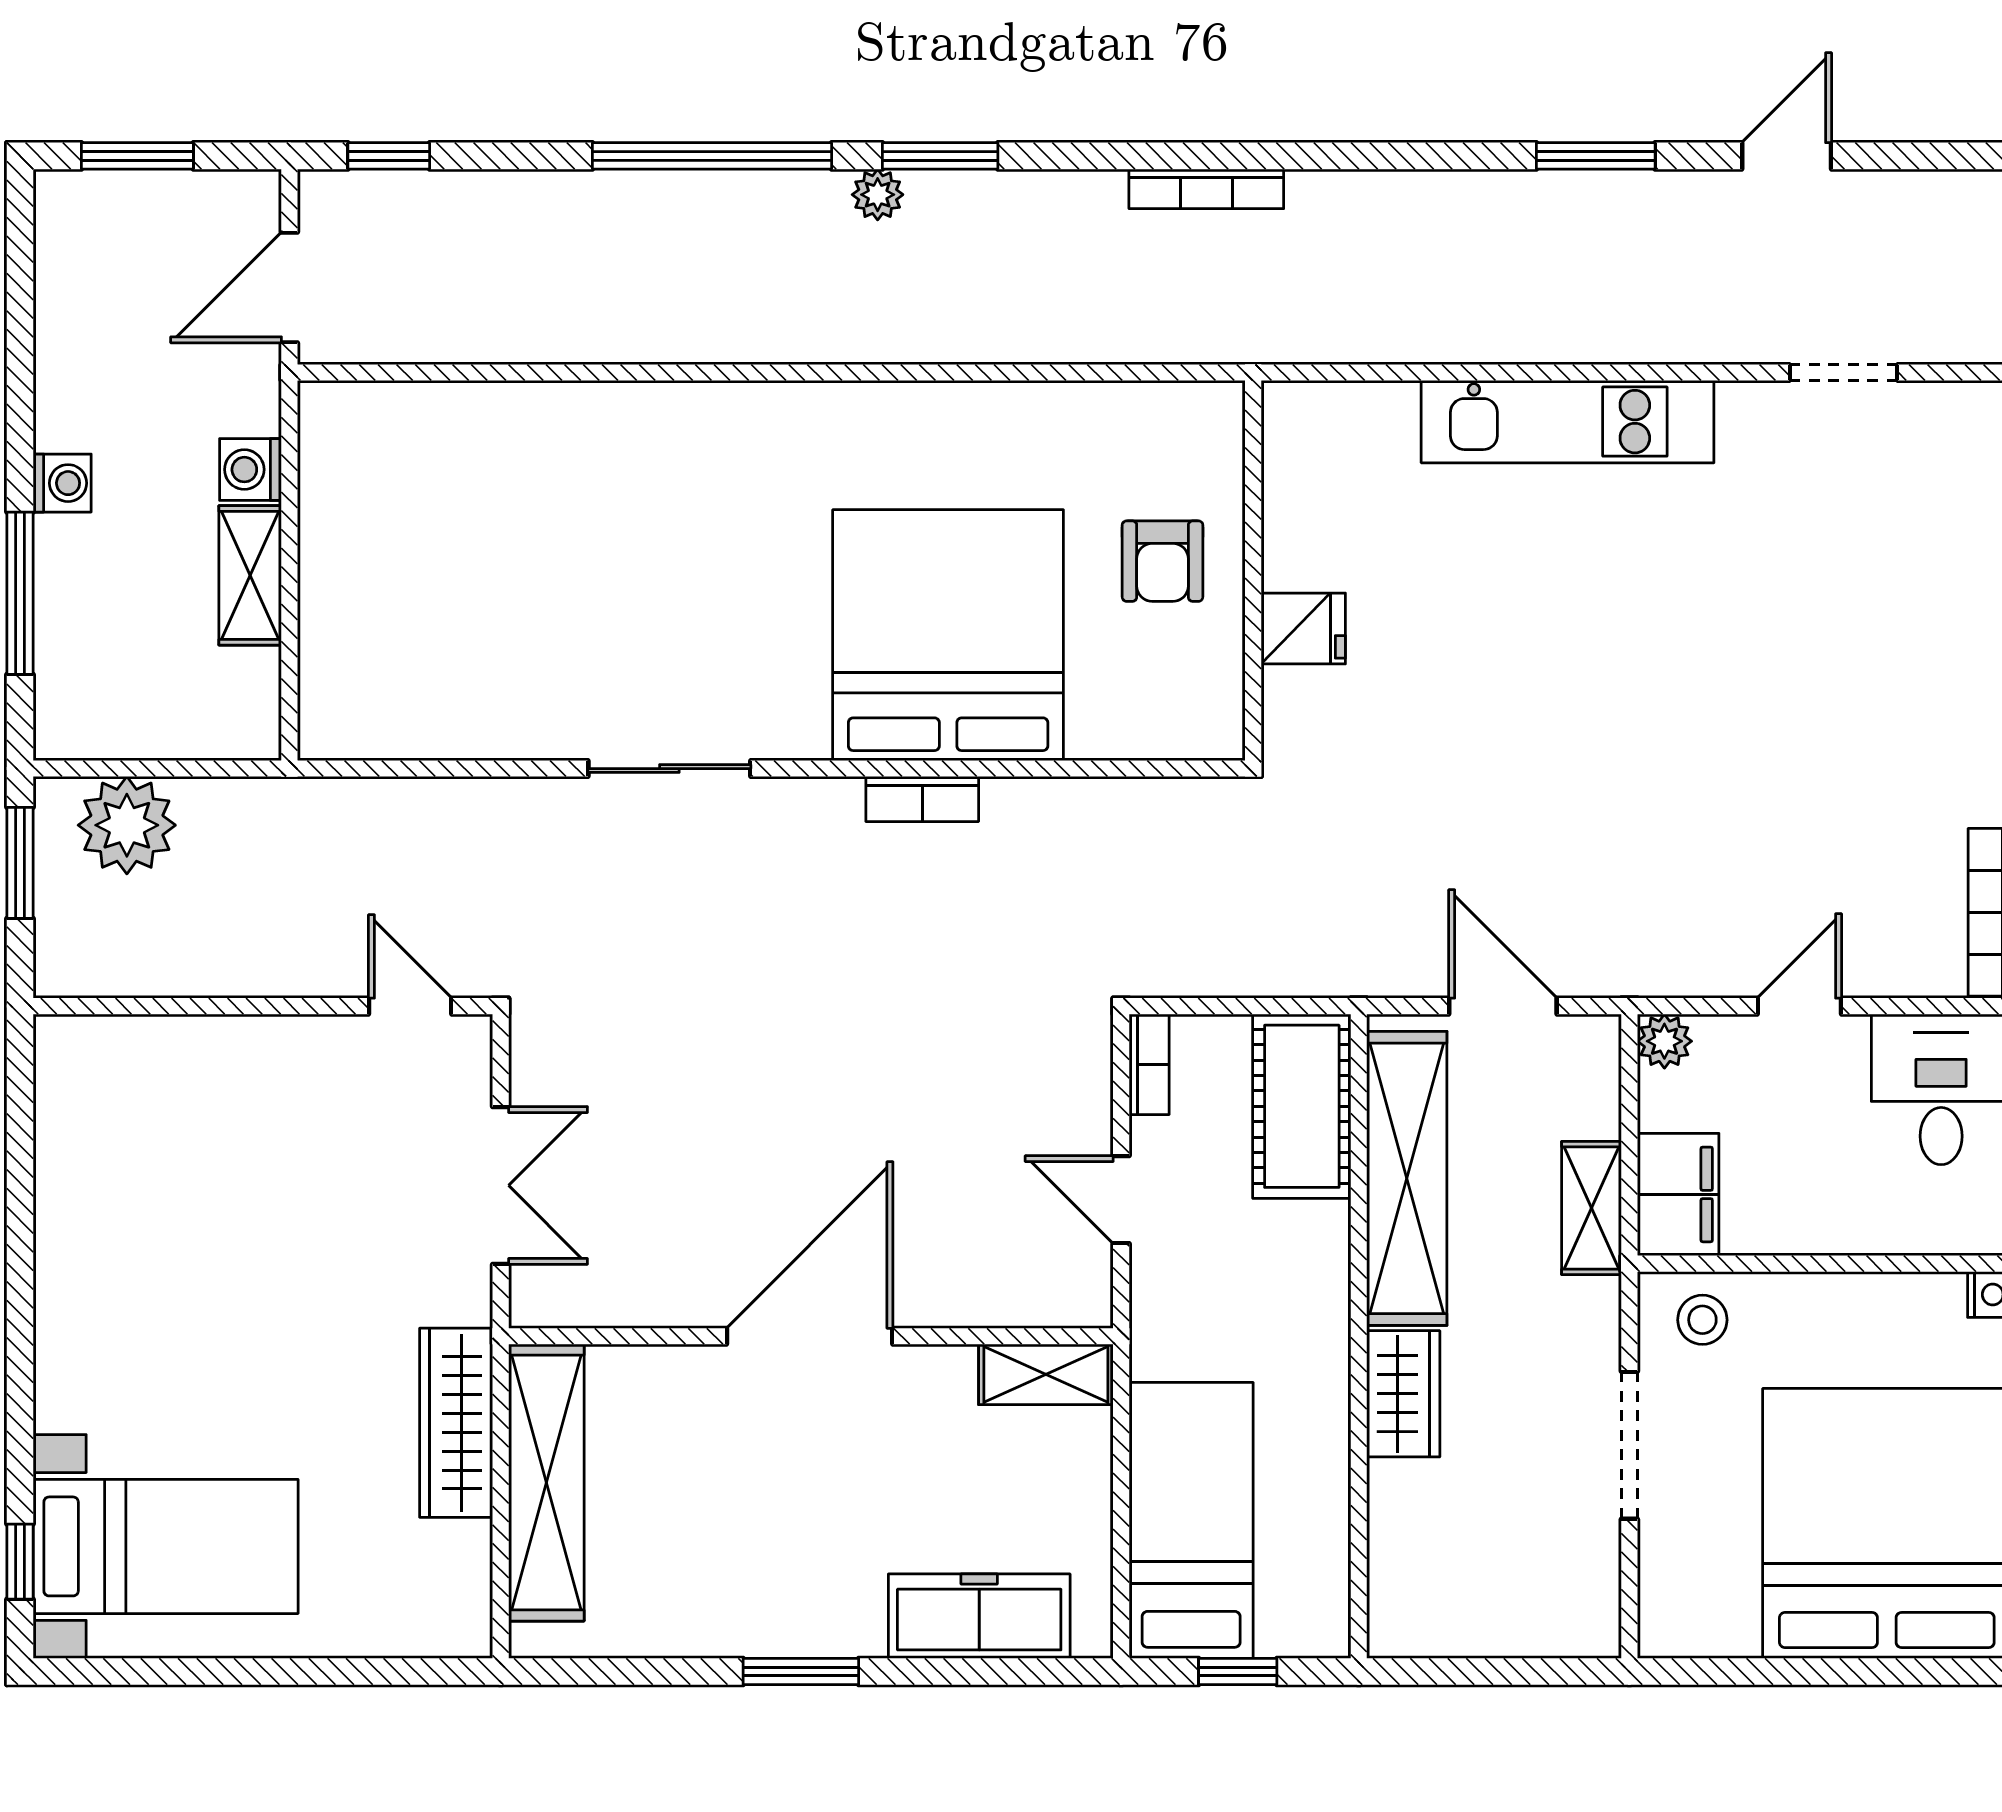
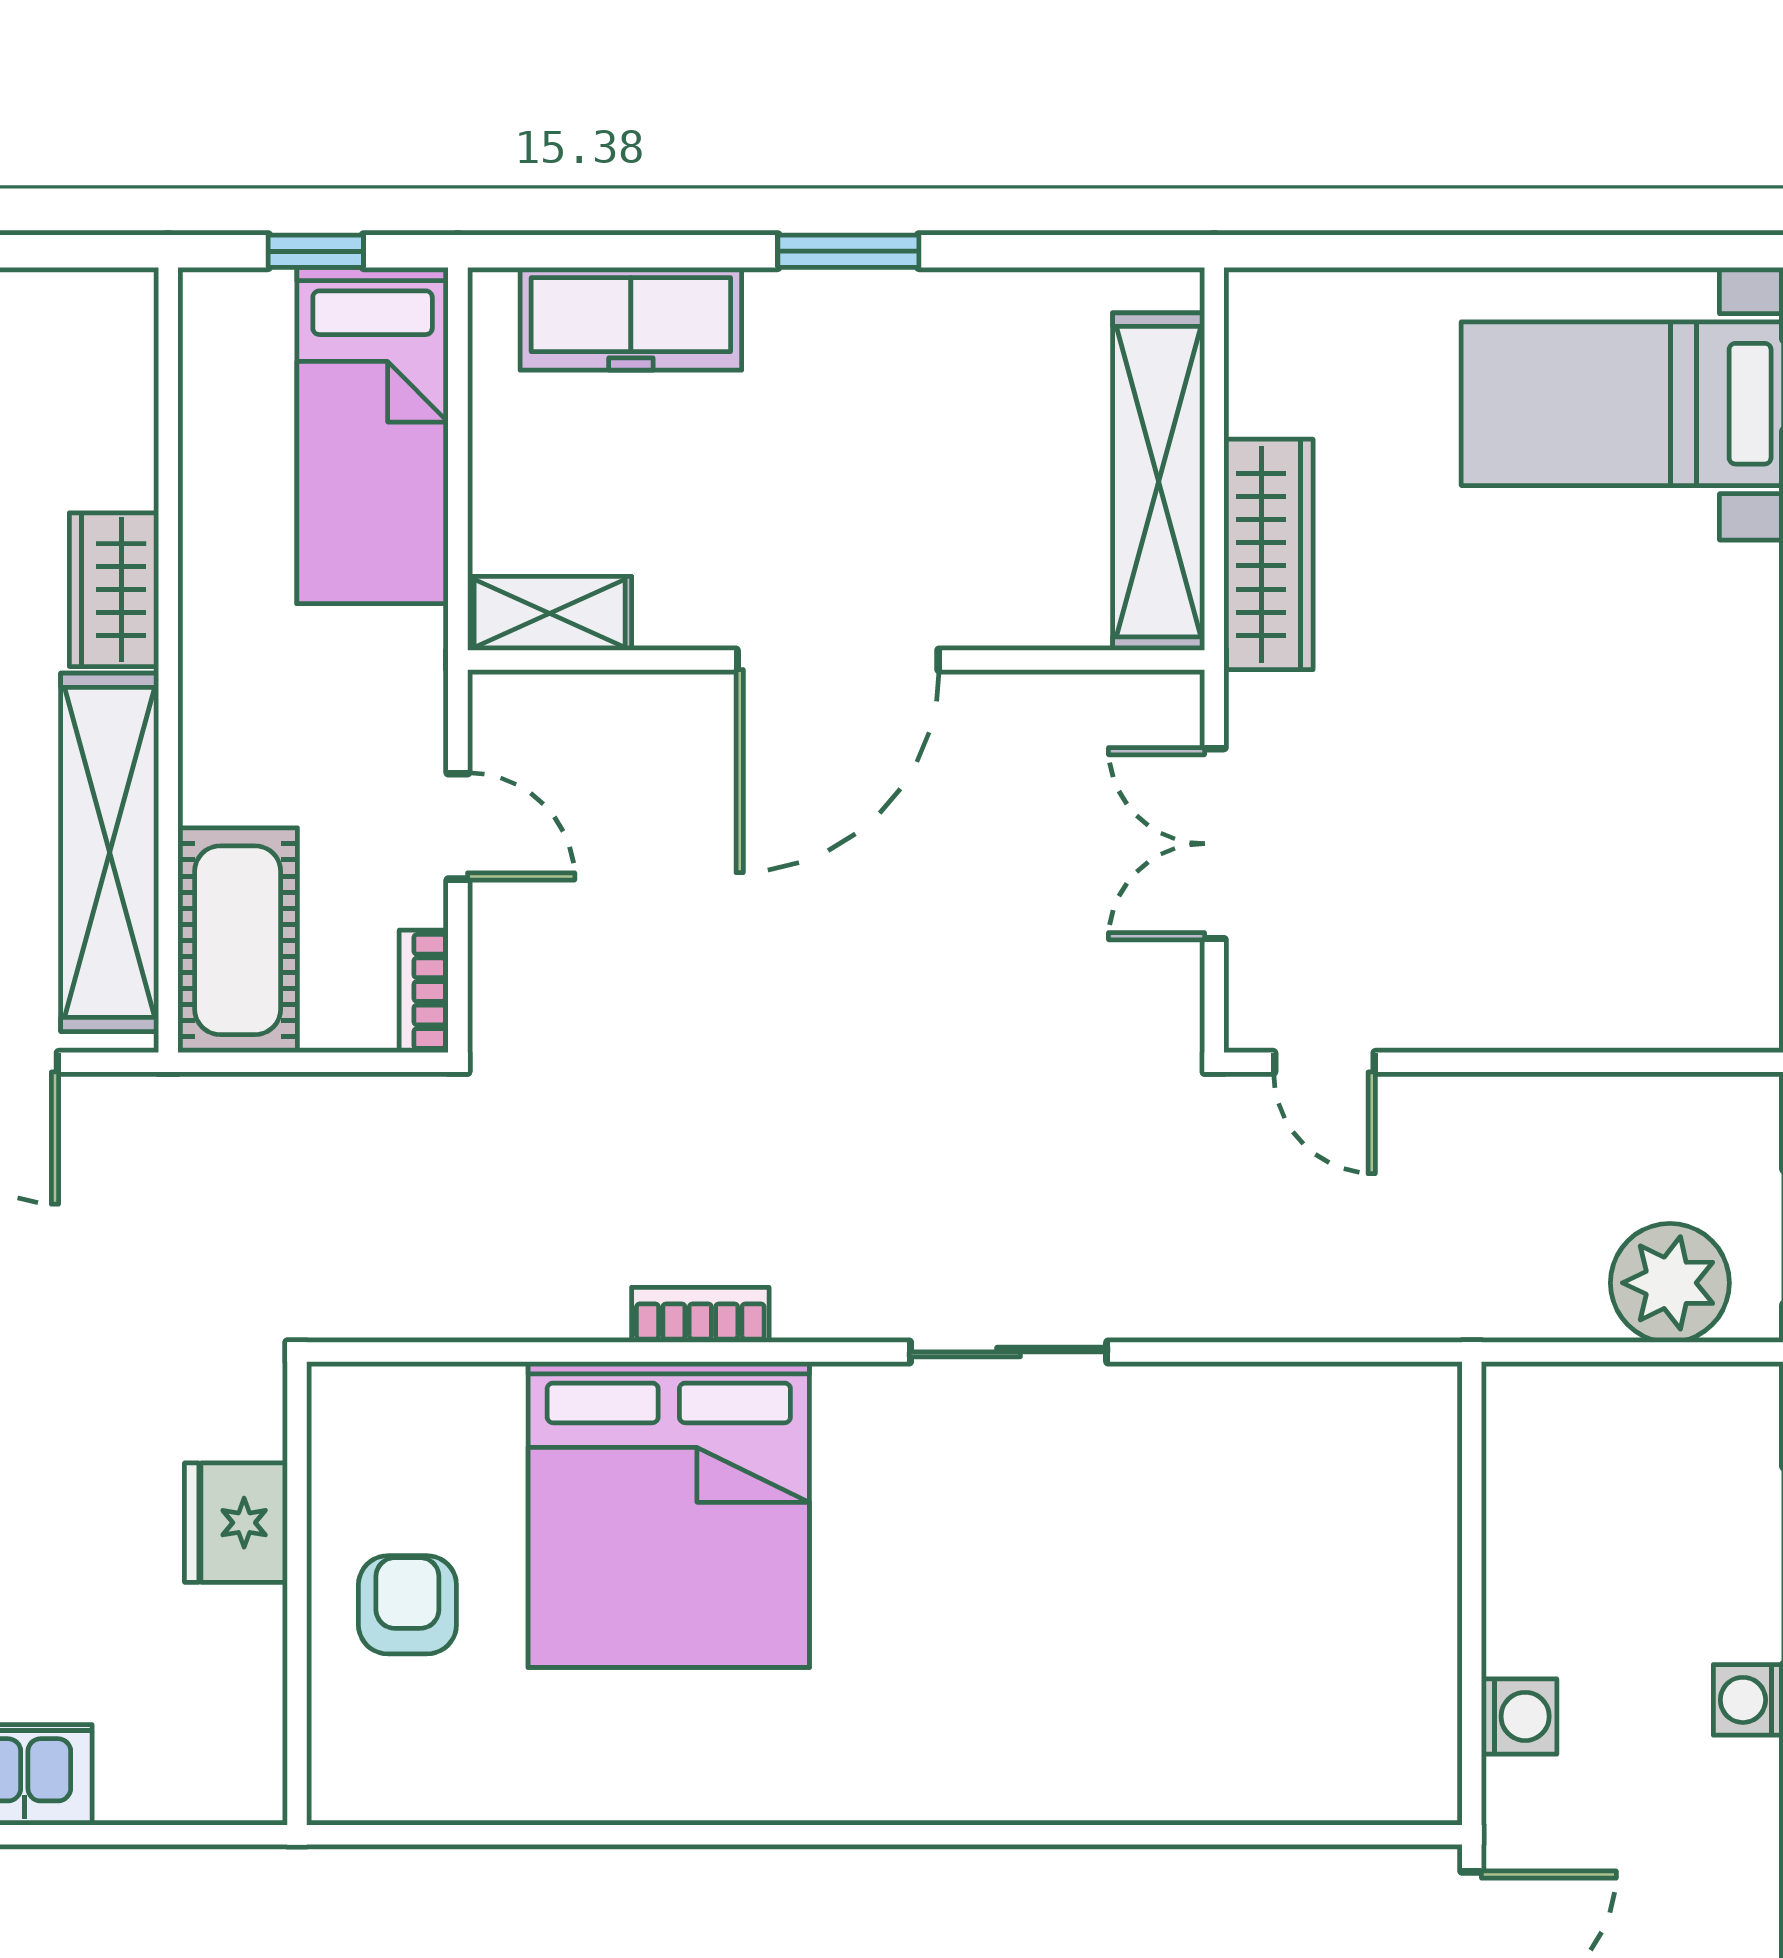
shelving: (250, 575) -> (1520, 1587), removed
fridge: (1303, 628) -> (236, 1523), width x1.38

